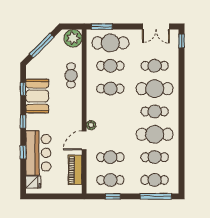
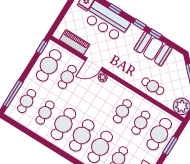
window: (102, 27) -> (170, 146), moved
window: (23, 89) -> (155, 34), moved
cafe table: (155, 111) -> (82, 135), width x1.37, depth x1.35
door: (84, 140) -> (94, 64), swing flipped
cafe table: (110, 180) -> (49, 65), width x1.37, depth x1.35
window: (113, 196) -> (42, 47), moved

